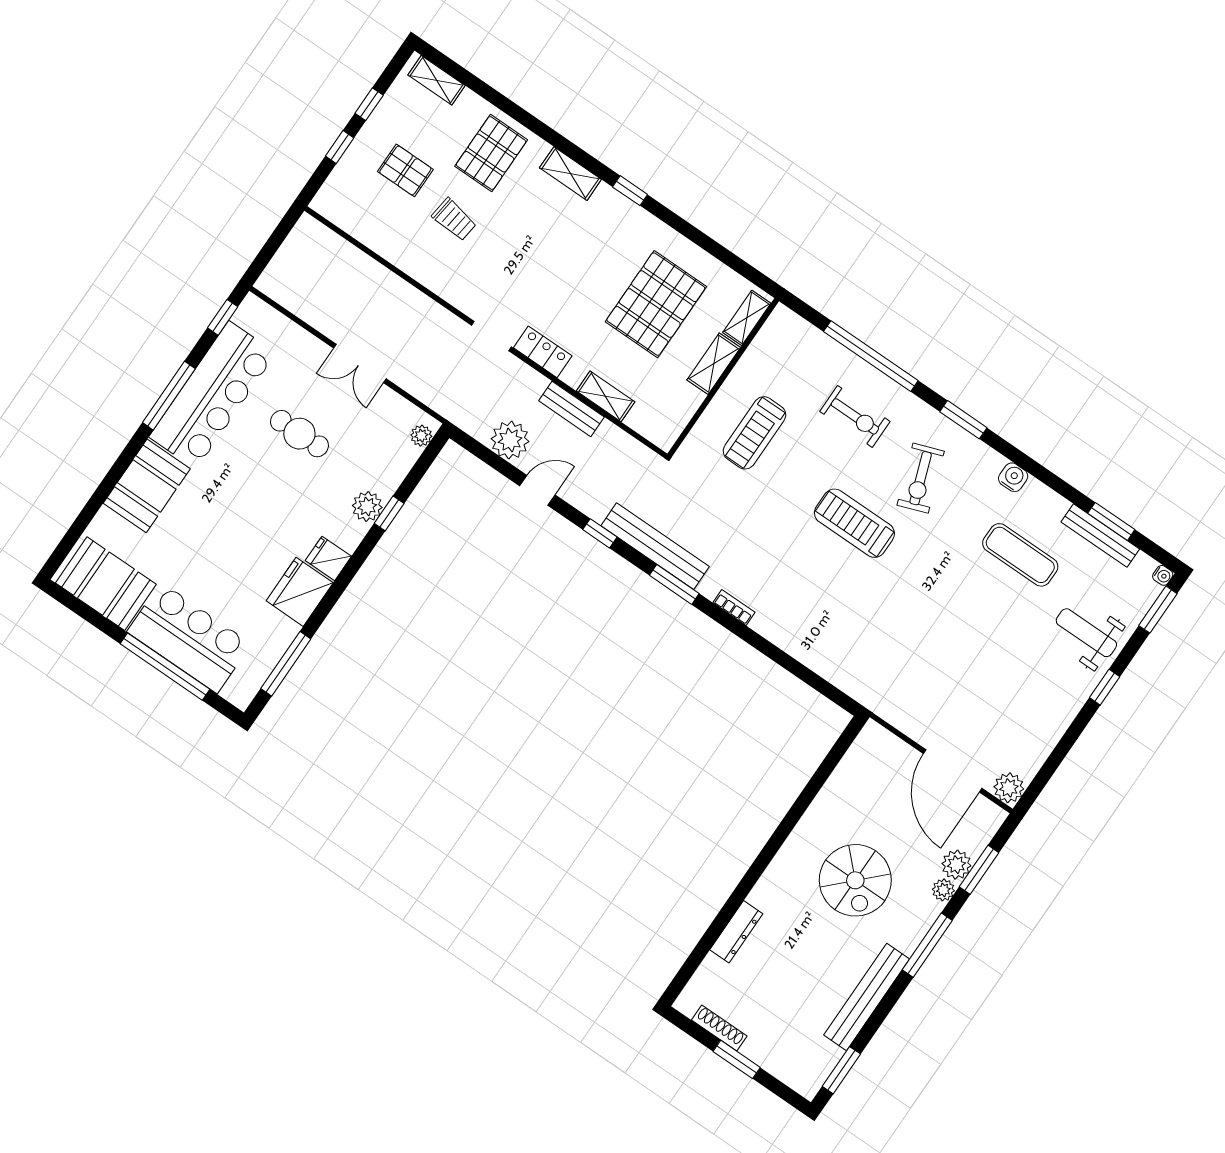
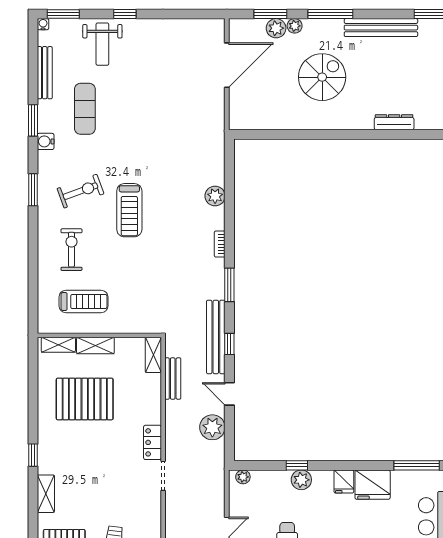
window: (871, 356) -> (33, 263), removed
shelving: (606, 396) -> (153, 355), moved
bench: (571, 409) -> (173, 379), moved
treadmill: (754, 433) -> (84, 301), moved
window: (1111, 521) -> (33, 120), moved
bench: (655, 546) -> (216, 337), moved
plant: (1009, 788) -> (215, 196), moved

